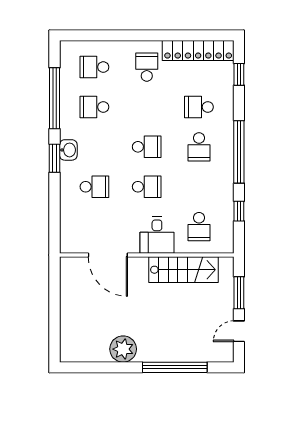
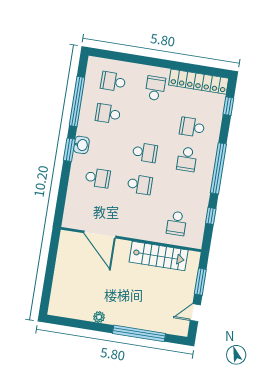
desk: (157, 235) -> (142, 225), removed
plant: (123, 349) -> (99, 317), width x0.53, depth x0.53

